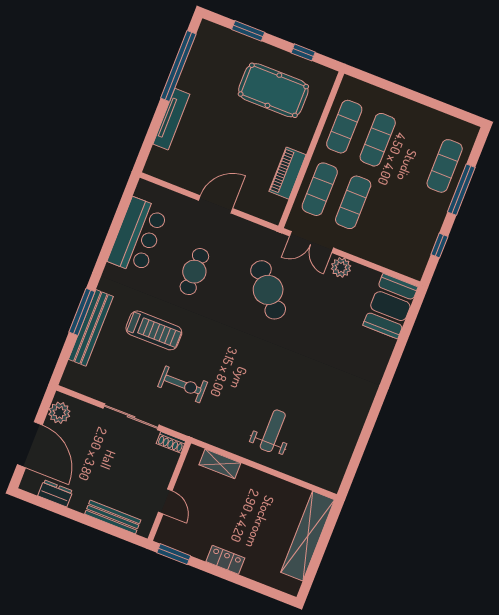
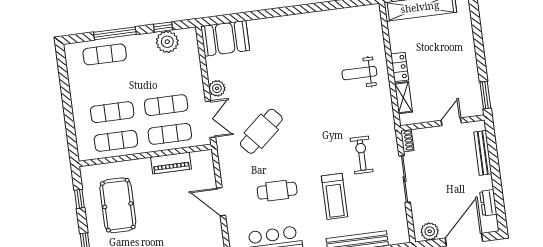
plant: (421, 241) -> (167, 42), added
treadmill: (154, 330) -> (335, 196), turned 180
locker: (225, 560) -> (400, 67), moved, turned 180

